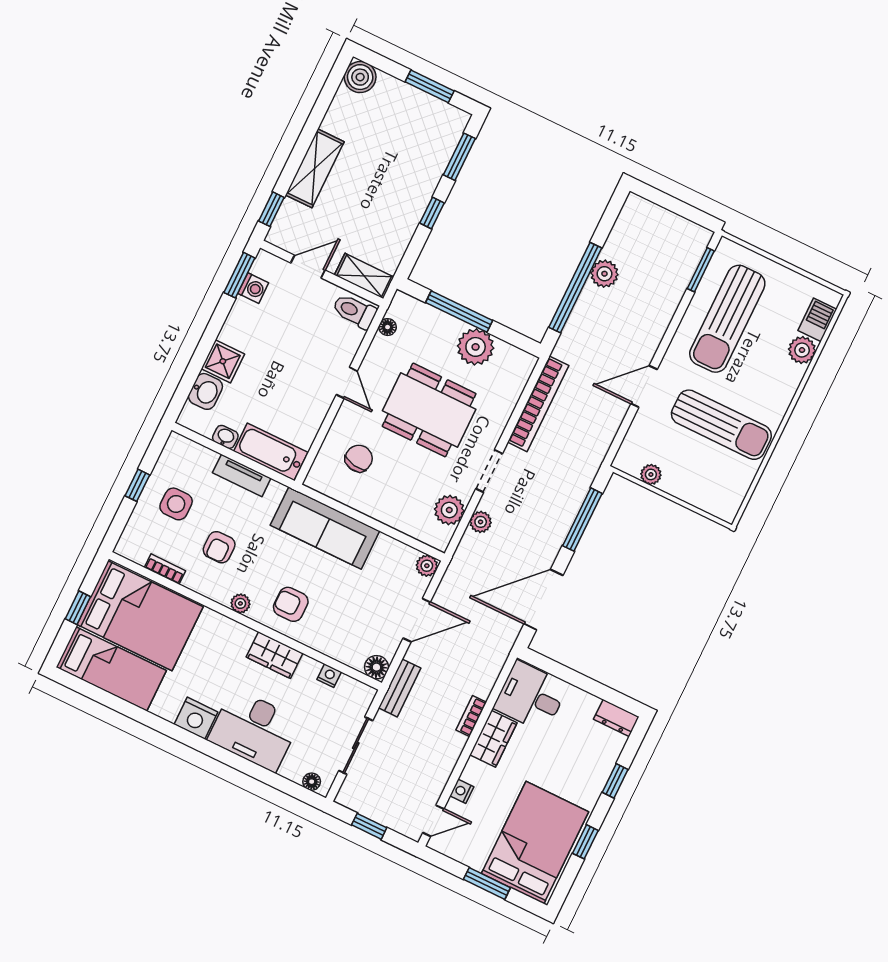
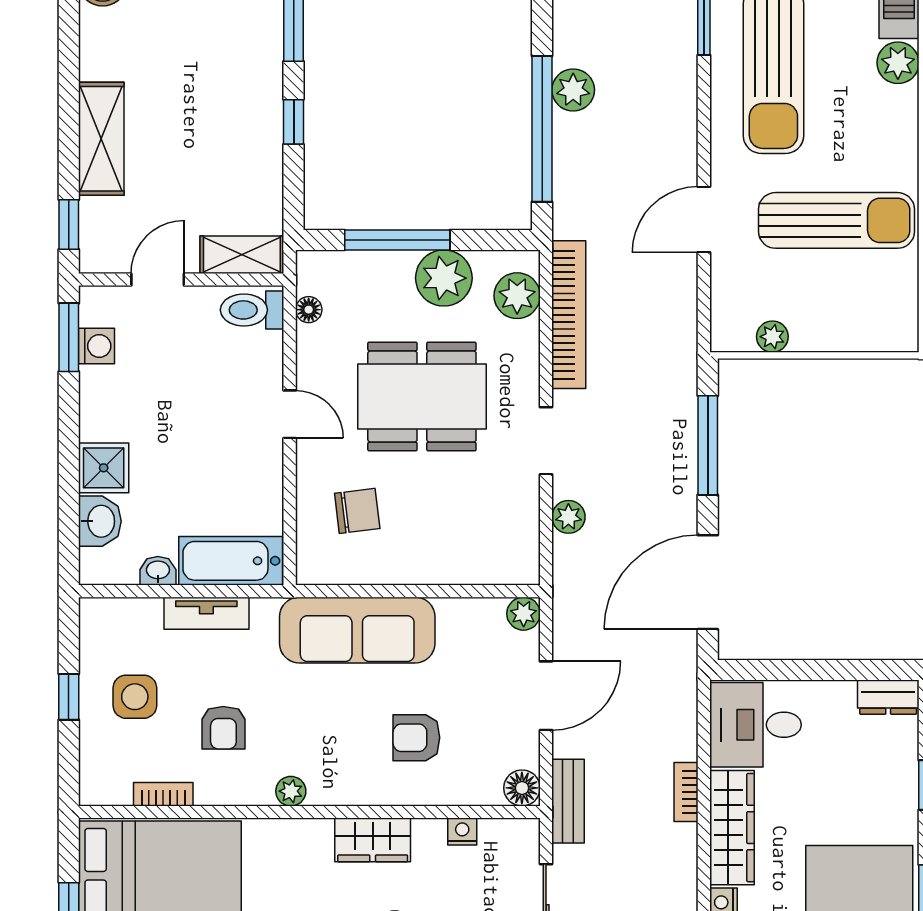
chair: (359, 458) -> (357, 511), turned 73
plant: (449, 510) -> (517, 296), moved
armchair: (291, 604) -> (416, 738), moved
wardrobe: (493, 739) -> (732, 828), width x1.50

